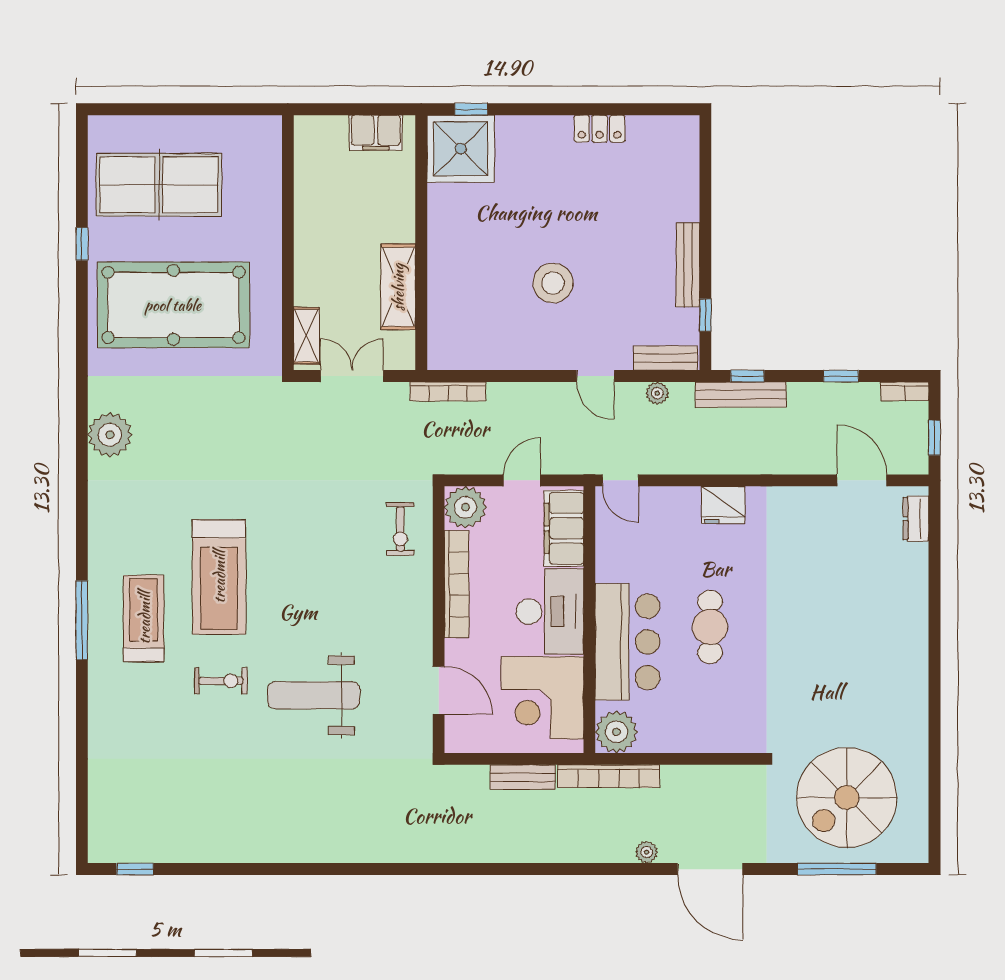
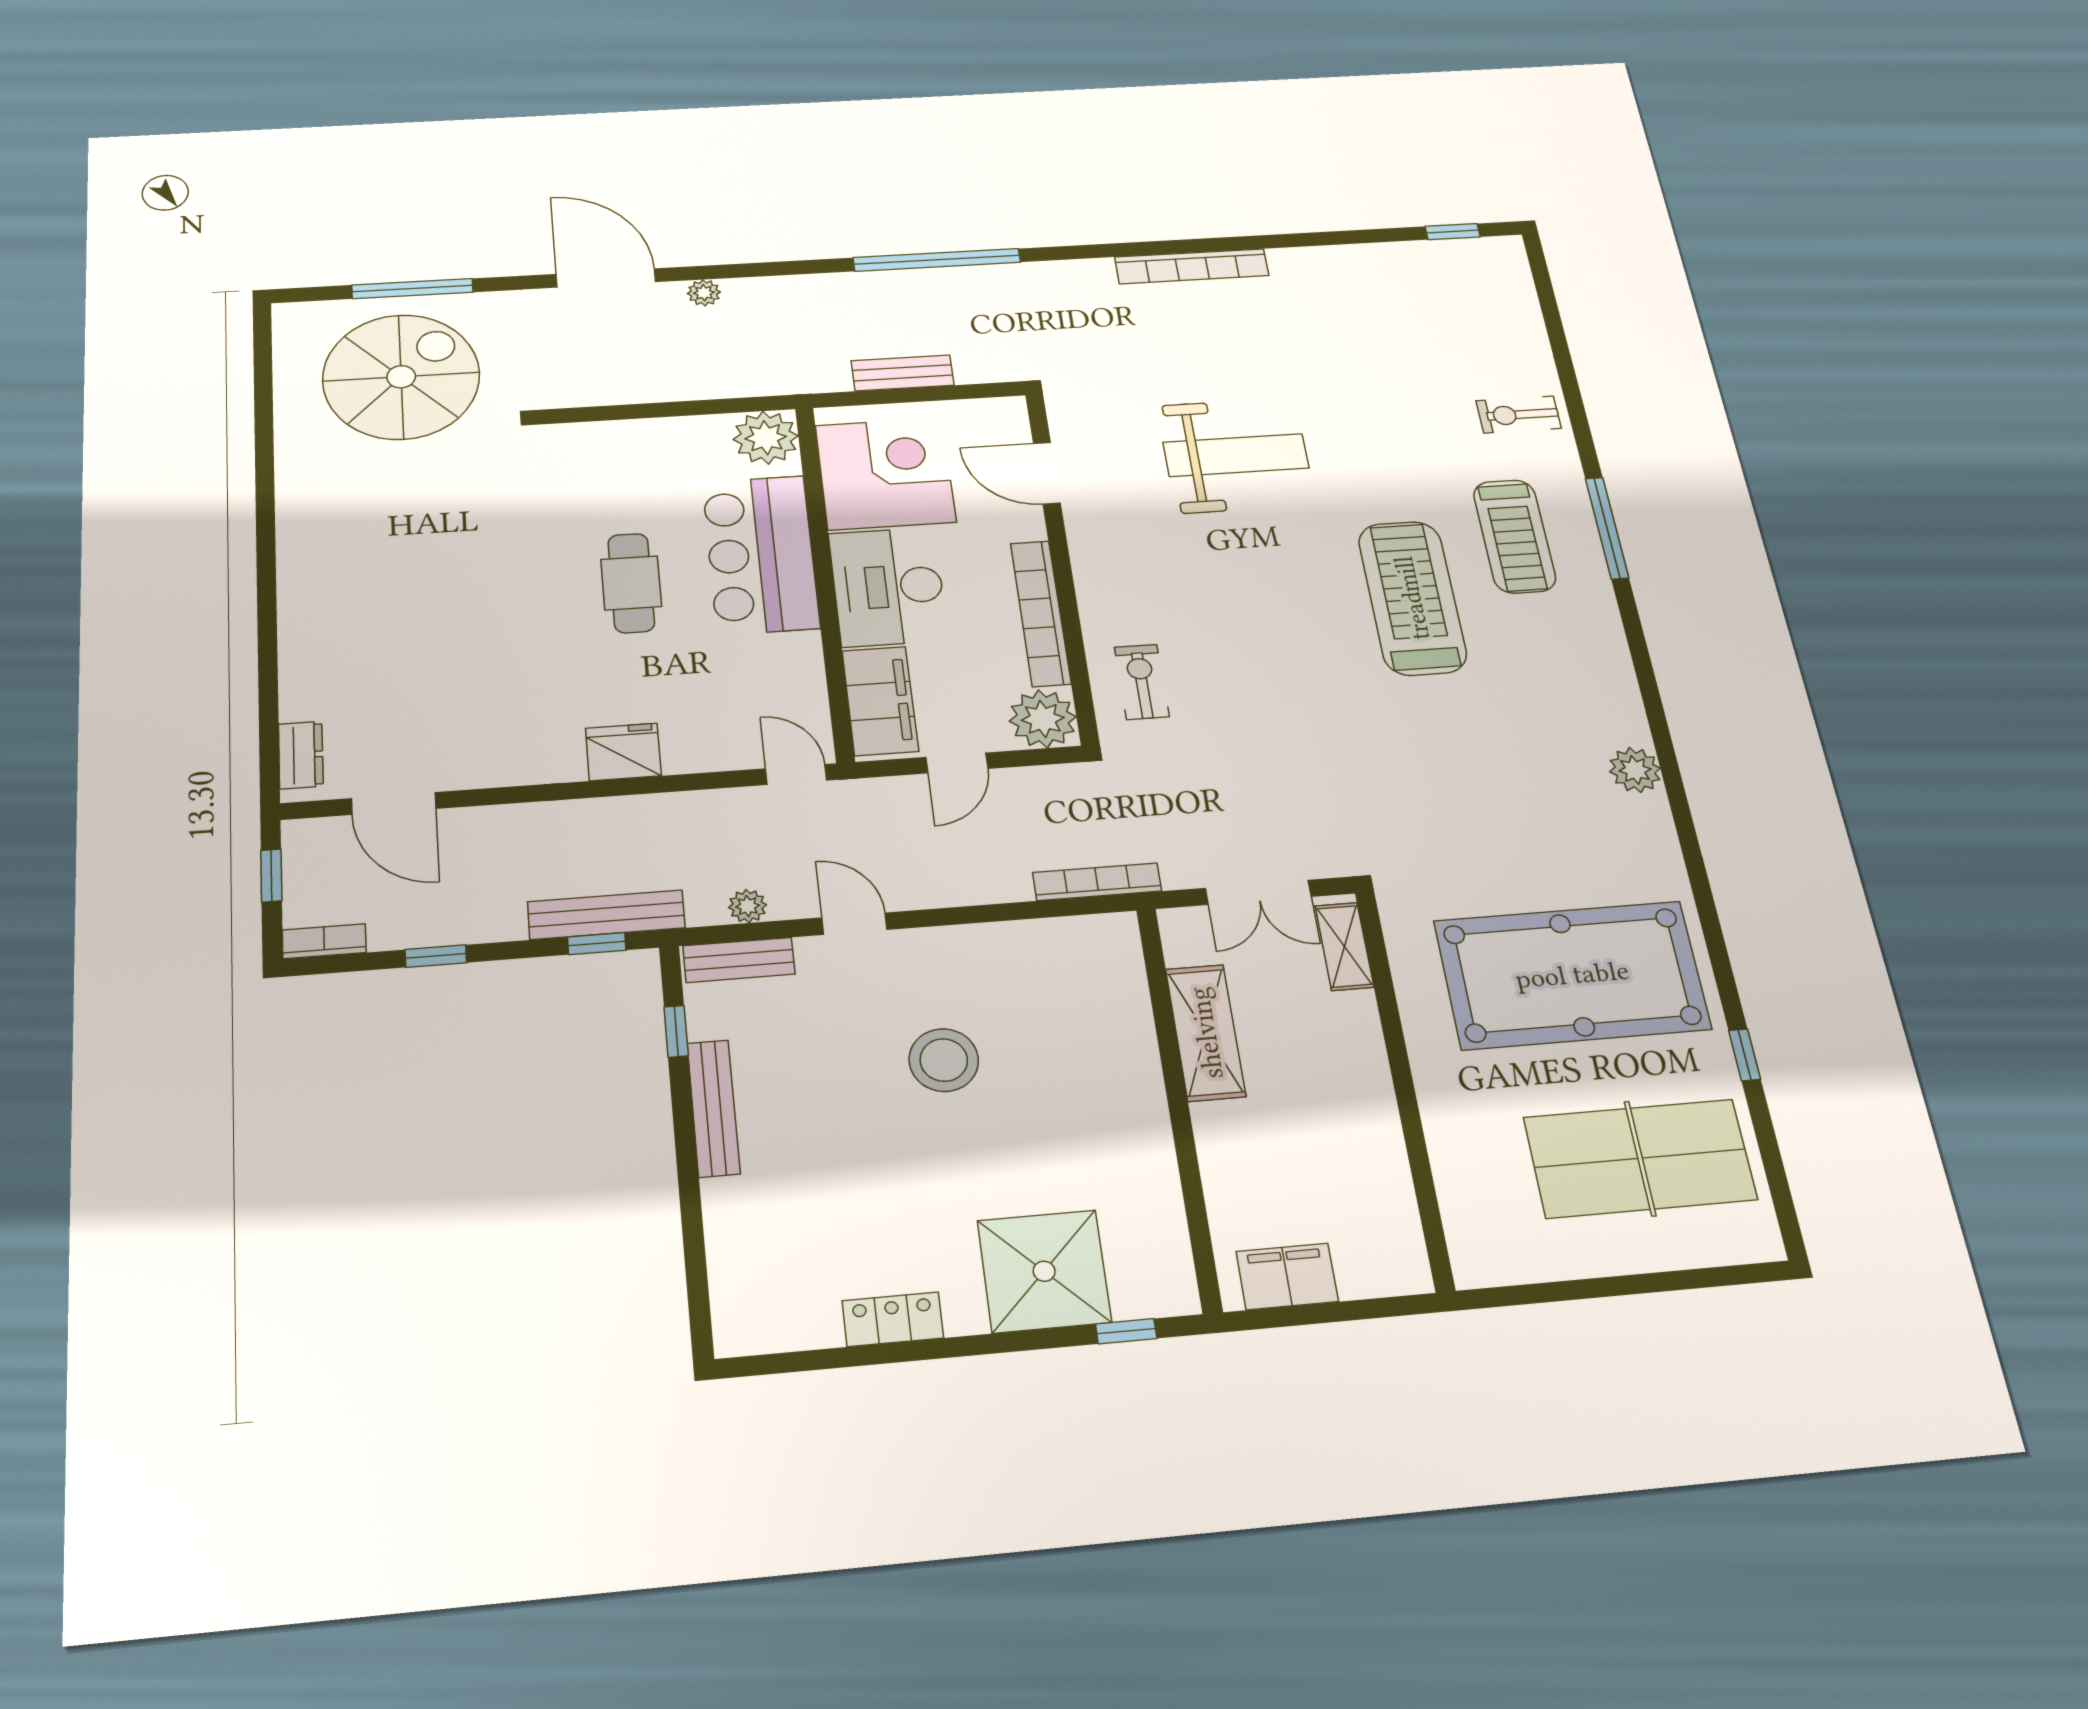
shower: (461, 149) -> (1044, 1271), moved
plant: (110, 435) -> (1635, 770), width x0.73, depth x0.73
exercise bike: (221, 681) -> (1519, 415), moved
bookcase: (608, 776) -> (1192, 266), moved, turned 180
window: (489, 869) -> (937, 260), added

